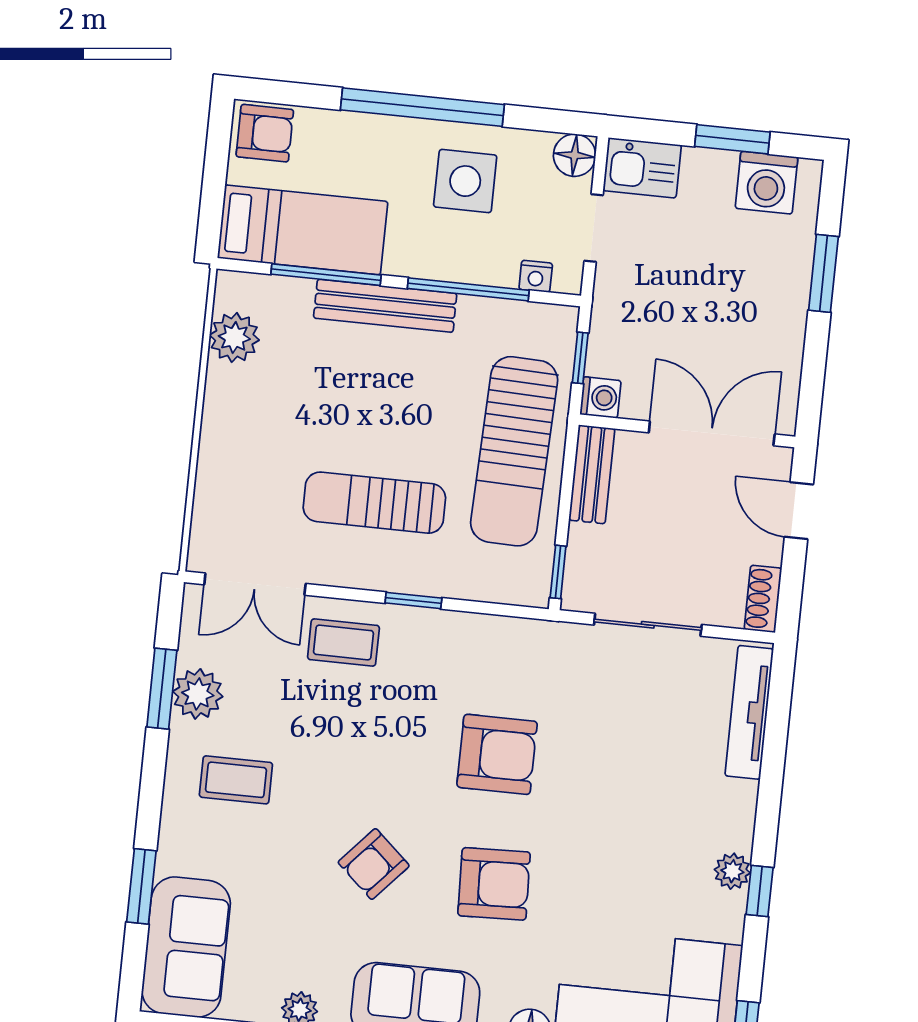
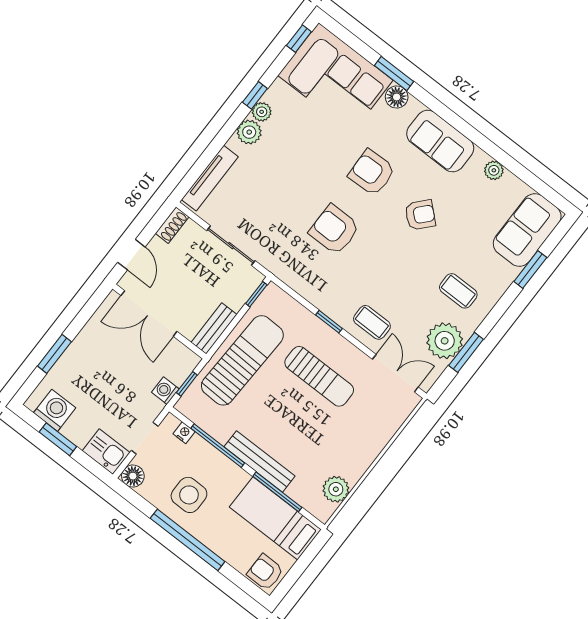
washing machine: (600, 397) -> (165, 391), moved
plant: (198, 694) -> (445, 341), width x1.36, depth x1.36
plant: (732, 826) -> (249, 132), added

